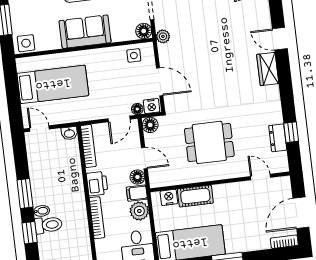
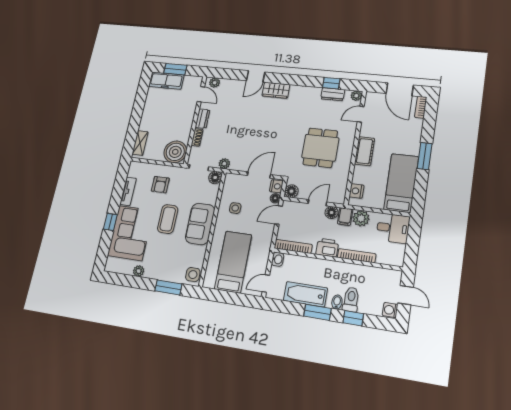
side table: (134, 56) -> (235, 208), moved
door: (119, 119) -> (279, 215), swing flipped
plant: (282, 166) -> (356, 96), added
bathtub: (40, 175) -> (305, 294), added
cot: (195, 196) -> (364, 151), moved

